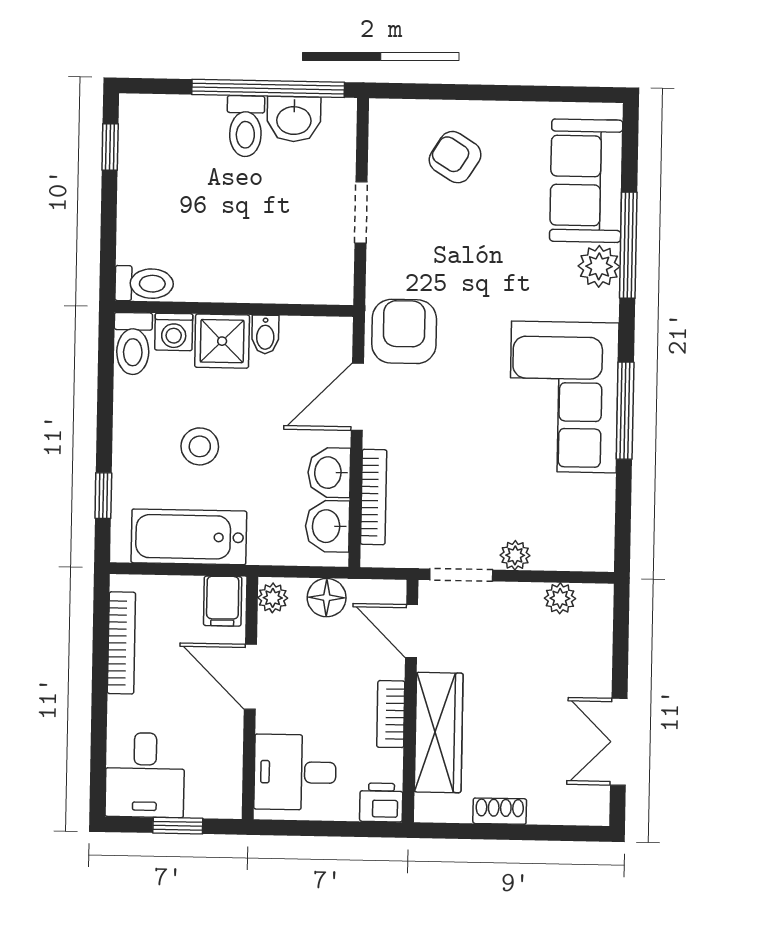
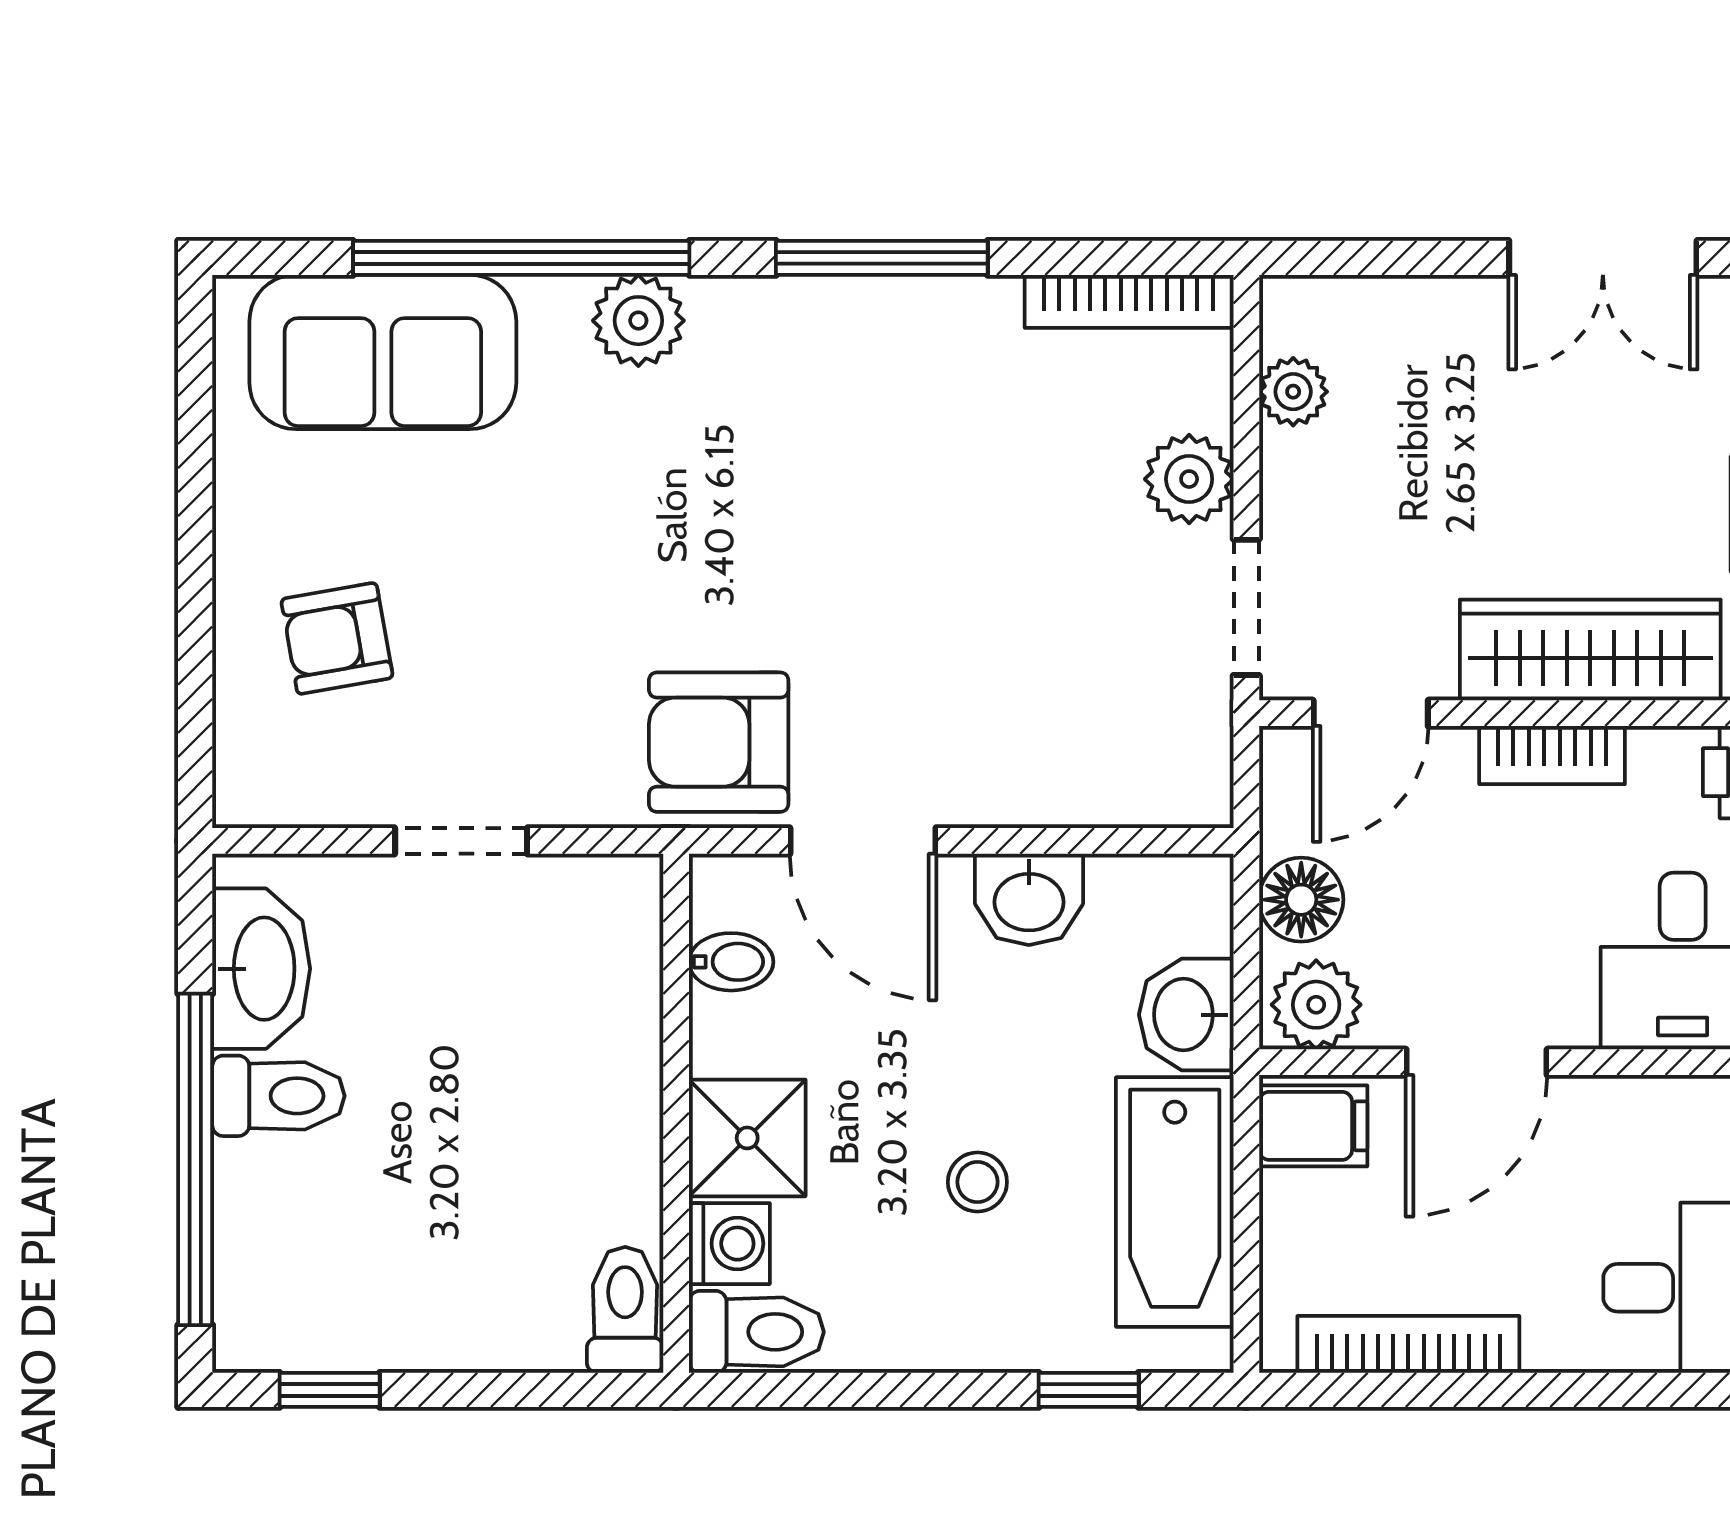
window: (268, 88) -> (195, 1159), moved
washbasin: (294, 119) -> (261, 969), width x1.38
armchair: (455, 157) -> (337, 638), turned 48
window: (628, 245) -> (521, 258), width x1.46
plant: (599, 266) -> (638, 321), moved
bidet: (265, 335) -> (731, 962), moved
corner sofa: (564, 397) -> (854, 392), removed
stool: (200, 446) -> (977, 1182), width x0.73, depth x0.73
bookcase: (374, 497) -> (1128, 301), moved, turned 180
washbasin: (327, 526) -> (1186, 1015), moved, turned 90
plant: (515, 555) -> (1189, 479), width x1.38, depth x1.38
plant: (273, 598) -> (1316, 1005), width x1.38, depth x1.38

